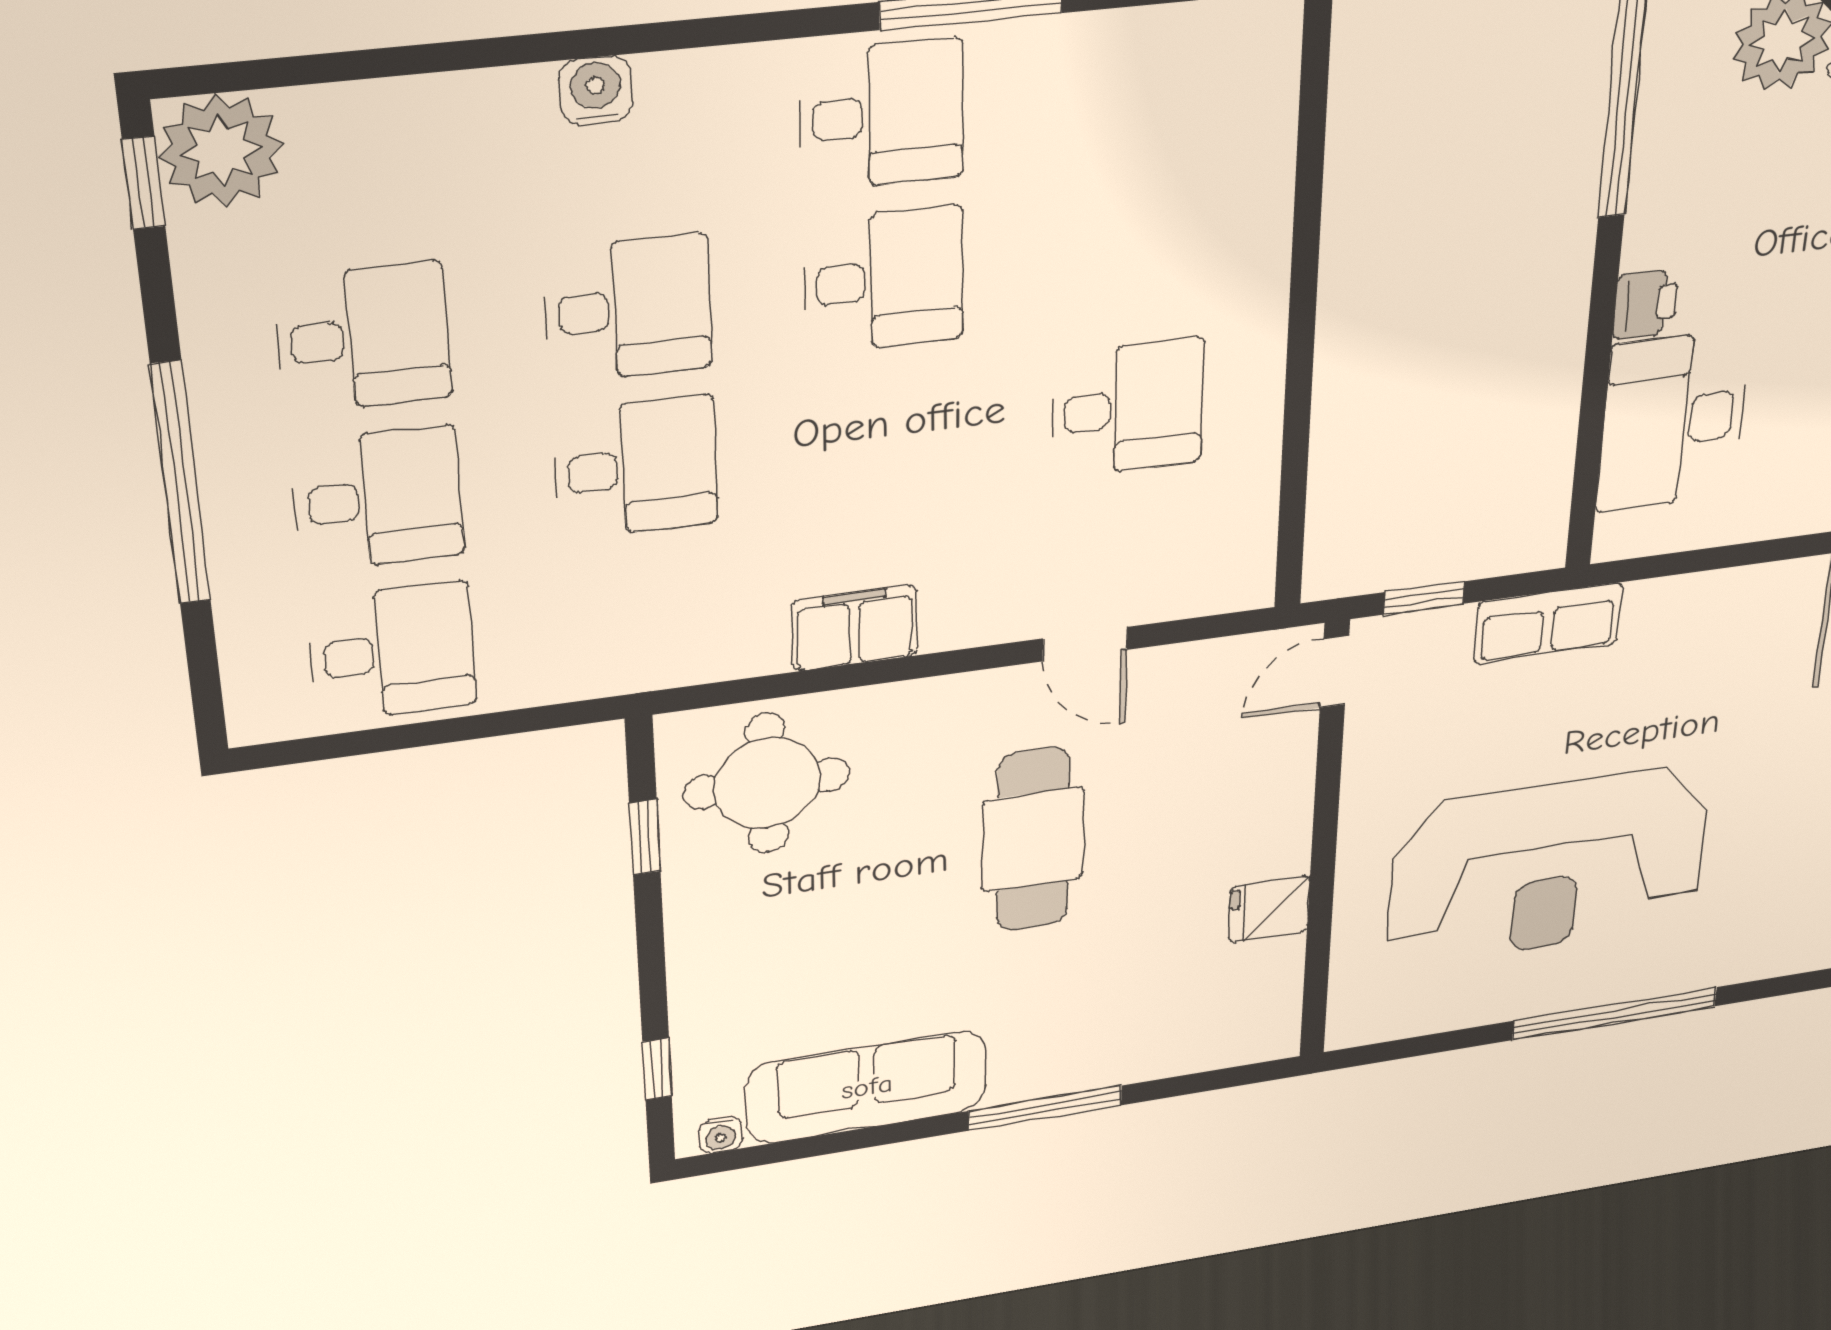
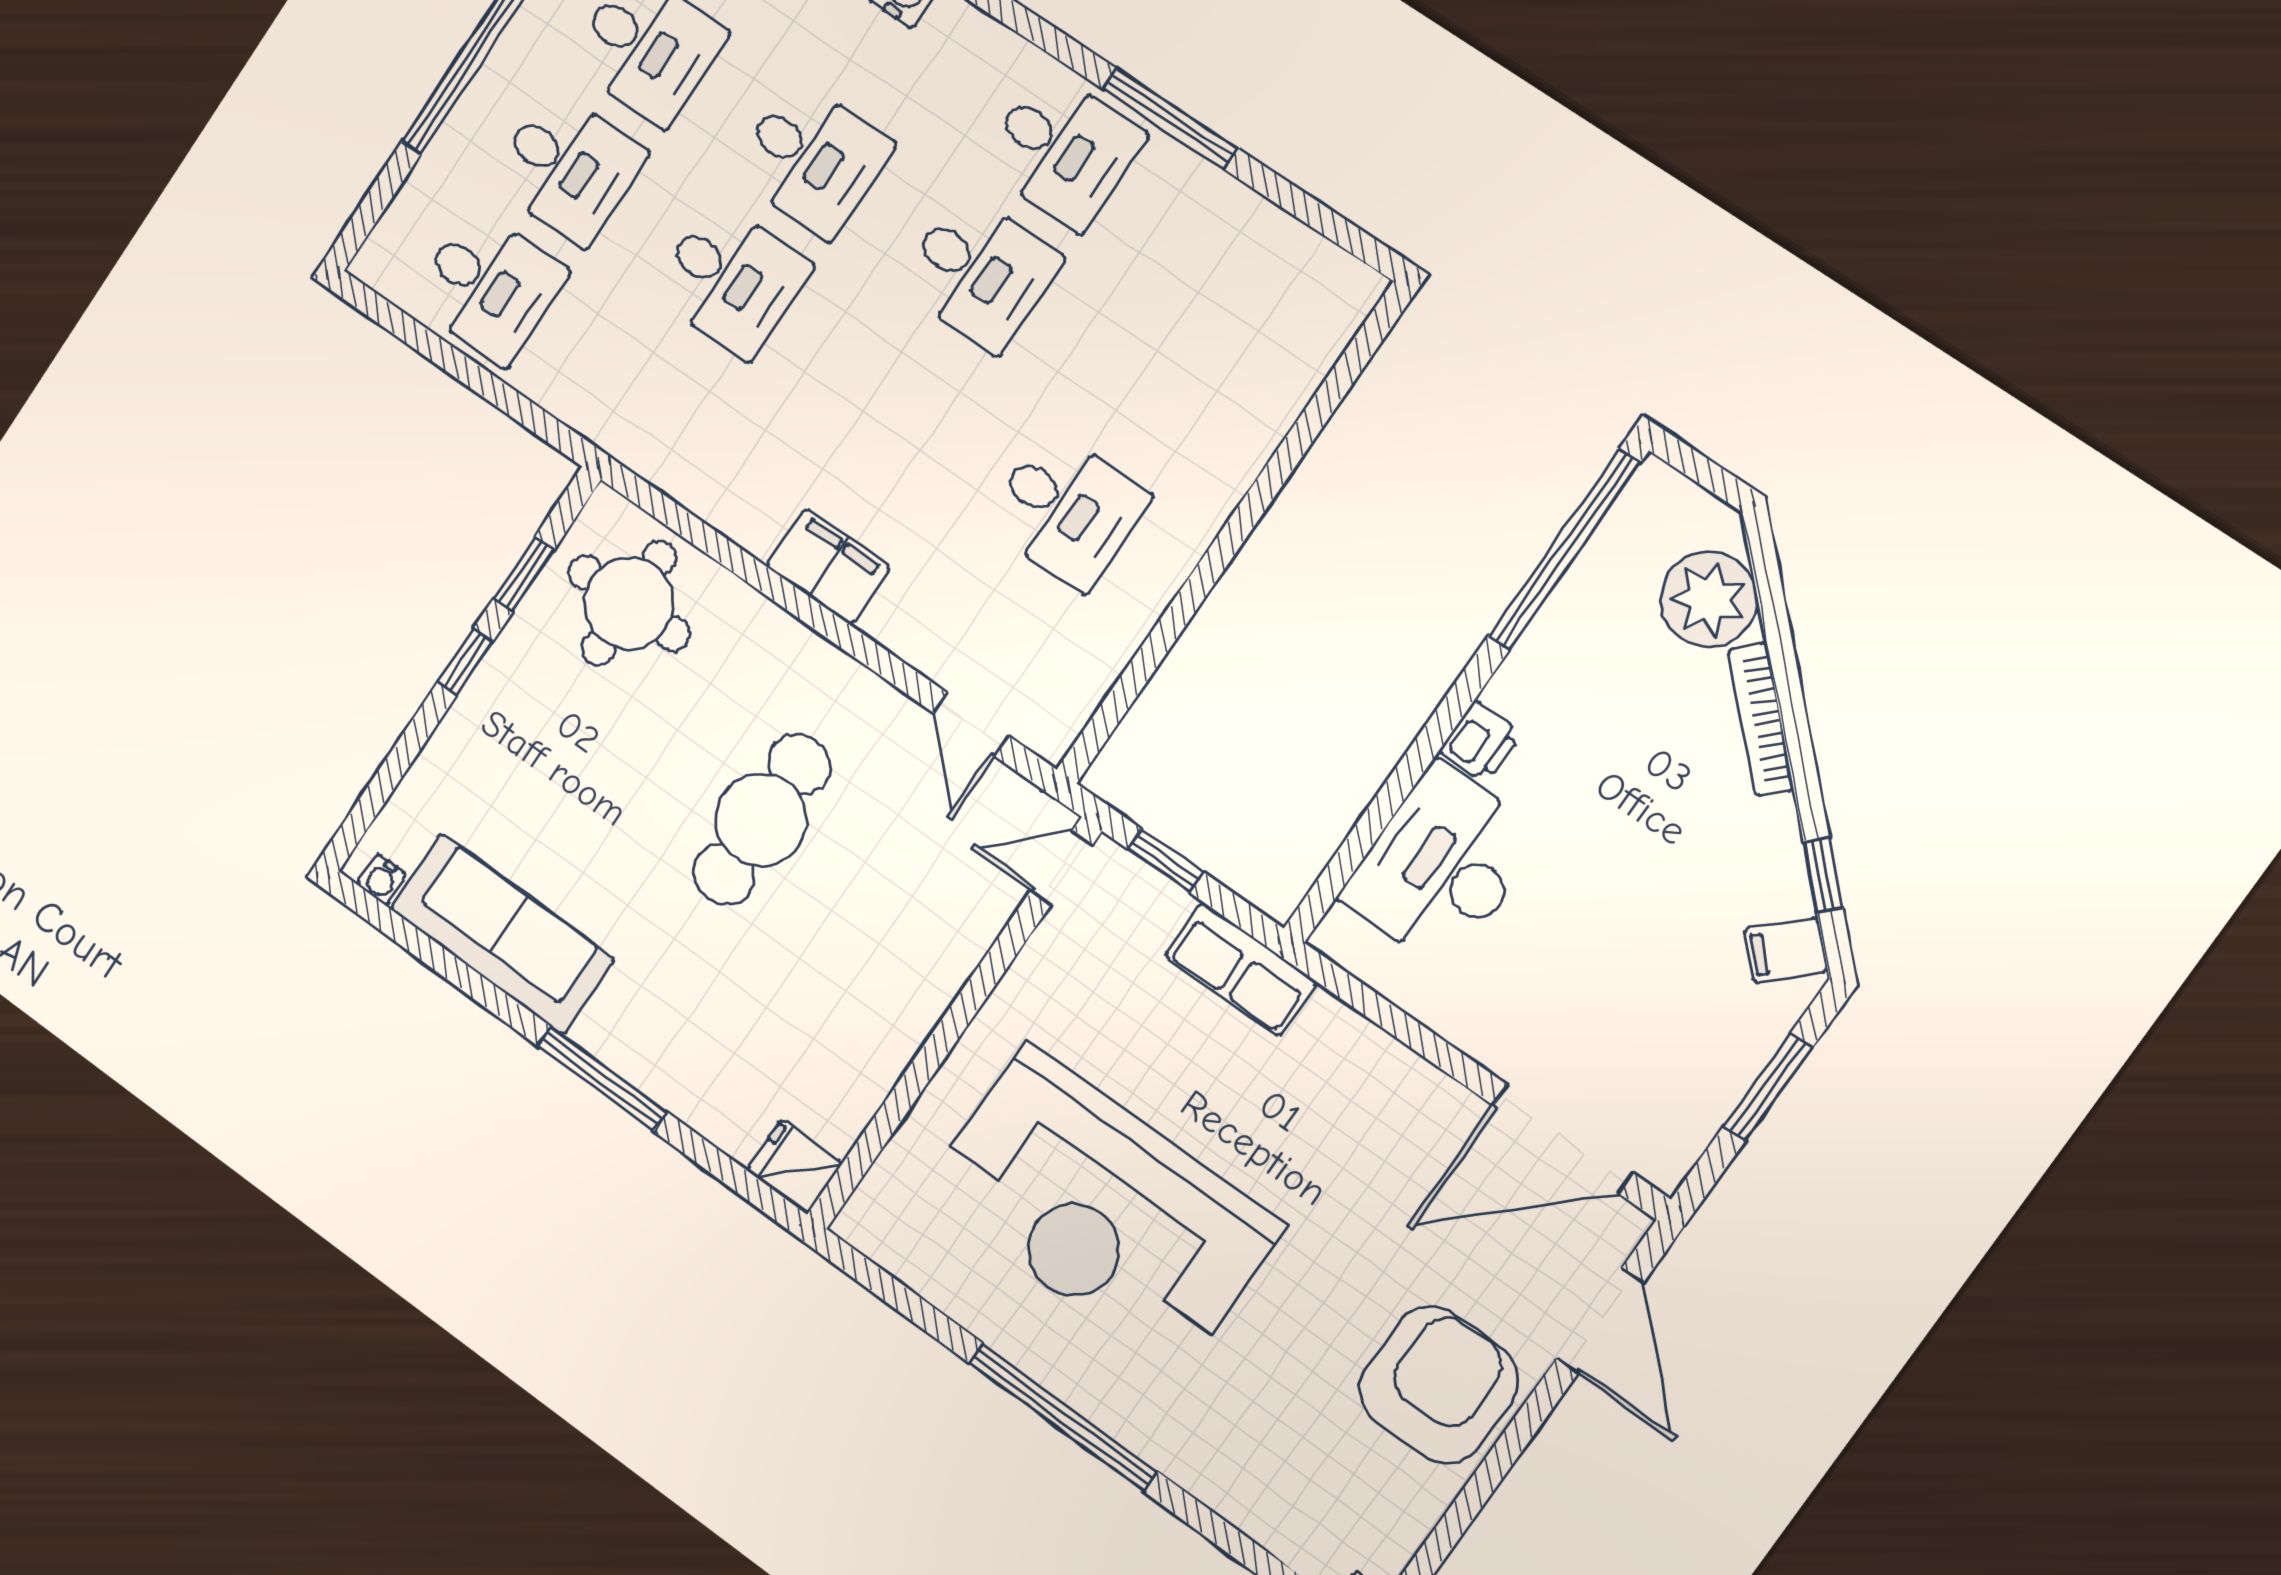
filing cabinet: (855, 628) -> (828, 567), moved
door: (1085, 644) -> (971, 725), moved
fridge: (1269, 909) -> (794, 1167), moved
window: (657, 1069) -> (465, 662), moved

